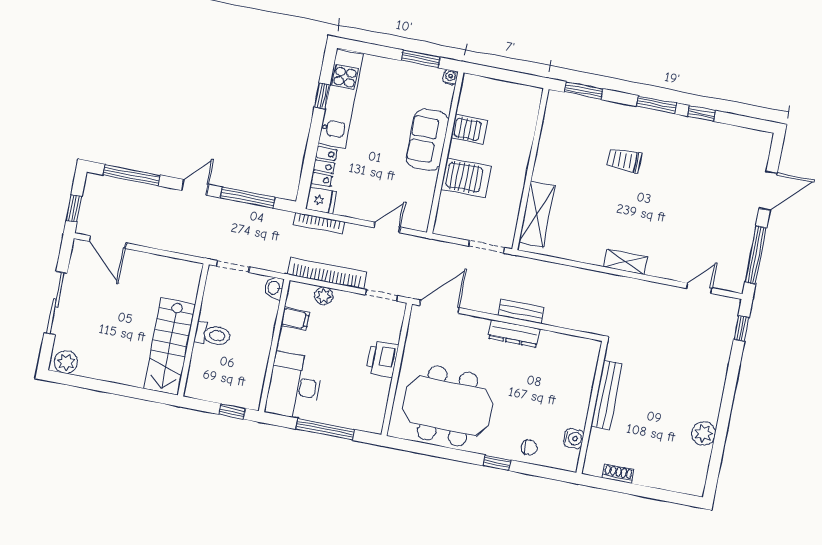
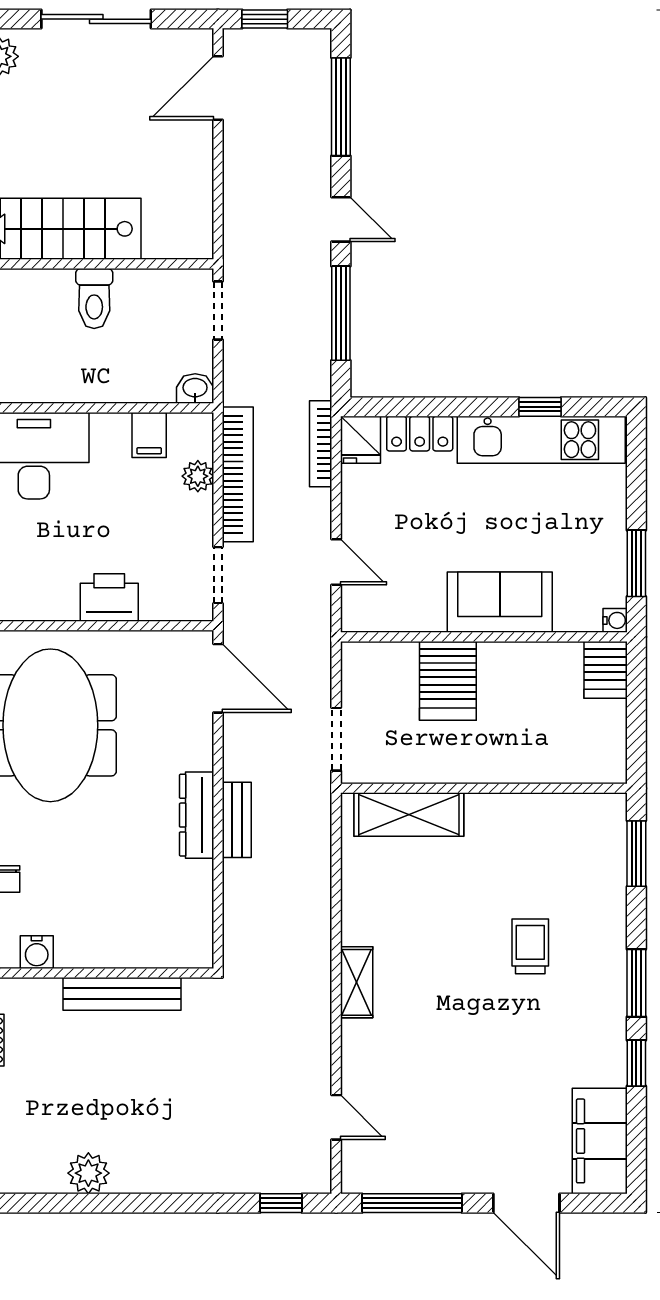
server rack: (469, 129) -> (606, 670), moved
filing cabinet: (741, 143) -> (600, 1141), added

